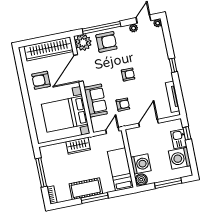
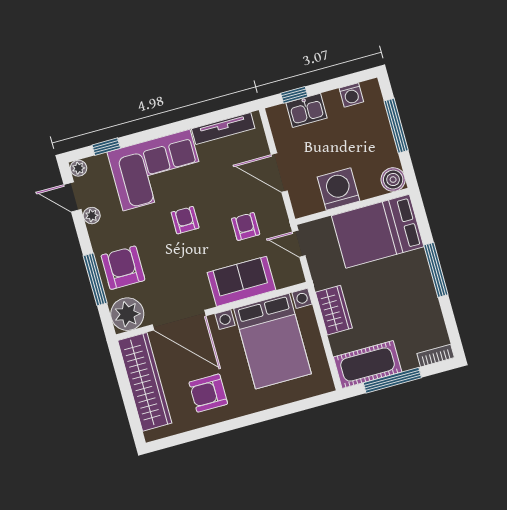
window: (102, 28) -> (95, 279), width x0.68
corner sofa: (154, 62) -> (157, 170), added
window: (173, 65) -> (106, 147), moved
armchair: (41, 80) -> (208, 393), turned 90
washing machine: (180, 158) -> (351, 95), width x0.53, depth x0.53
washing machine: (141, 164) -> (339, 189), moved
bed: (120, 169) -> (378, 231), width x1.50
cot: (86, 189) -> (368, 364), moved, turned 90

